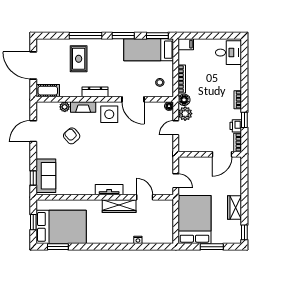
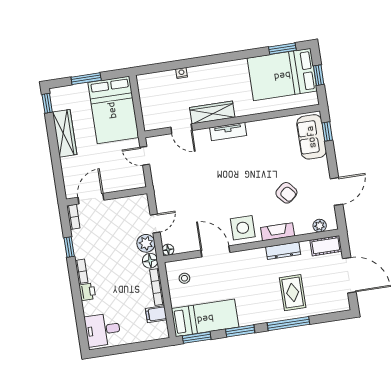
filing cabinet: (186, 44) -> (156, 314), moved
dresser: (95, 92) -> (283, 251), moved
plant: (65, 107) -> (320, 226), moved
printer: (236, 126) -> (87, 292), moved
wardrobe: (235, 207) -> (65, 133), width x1.50

